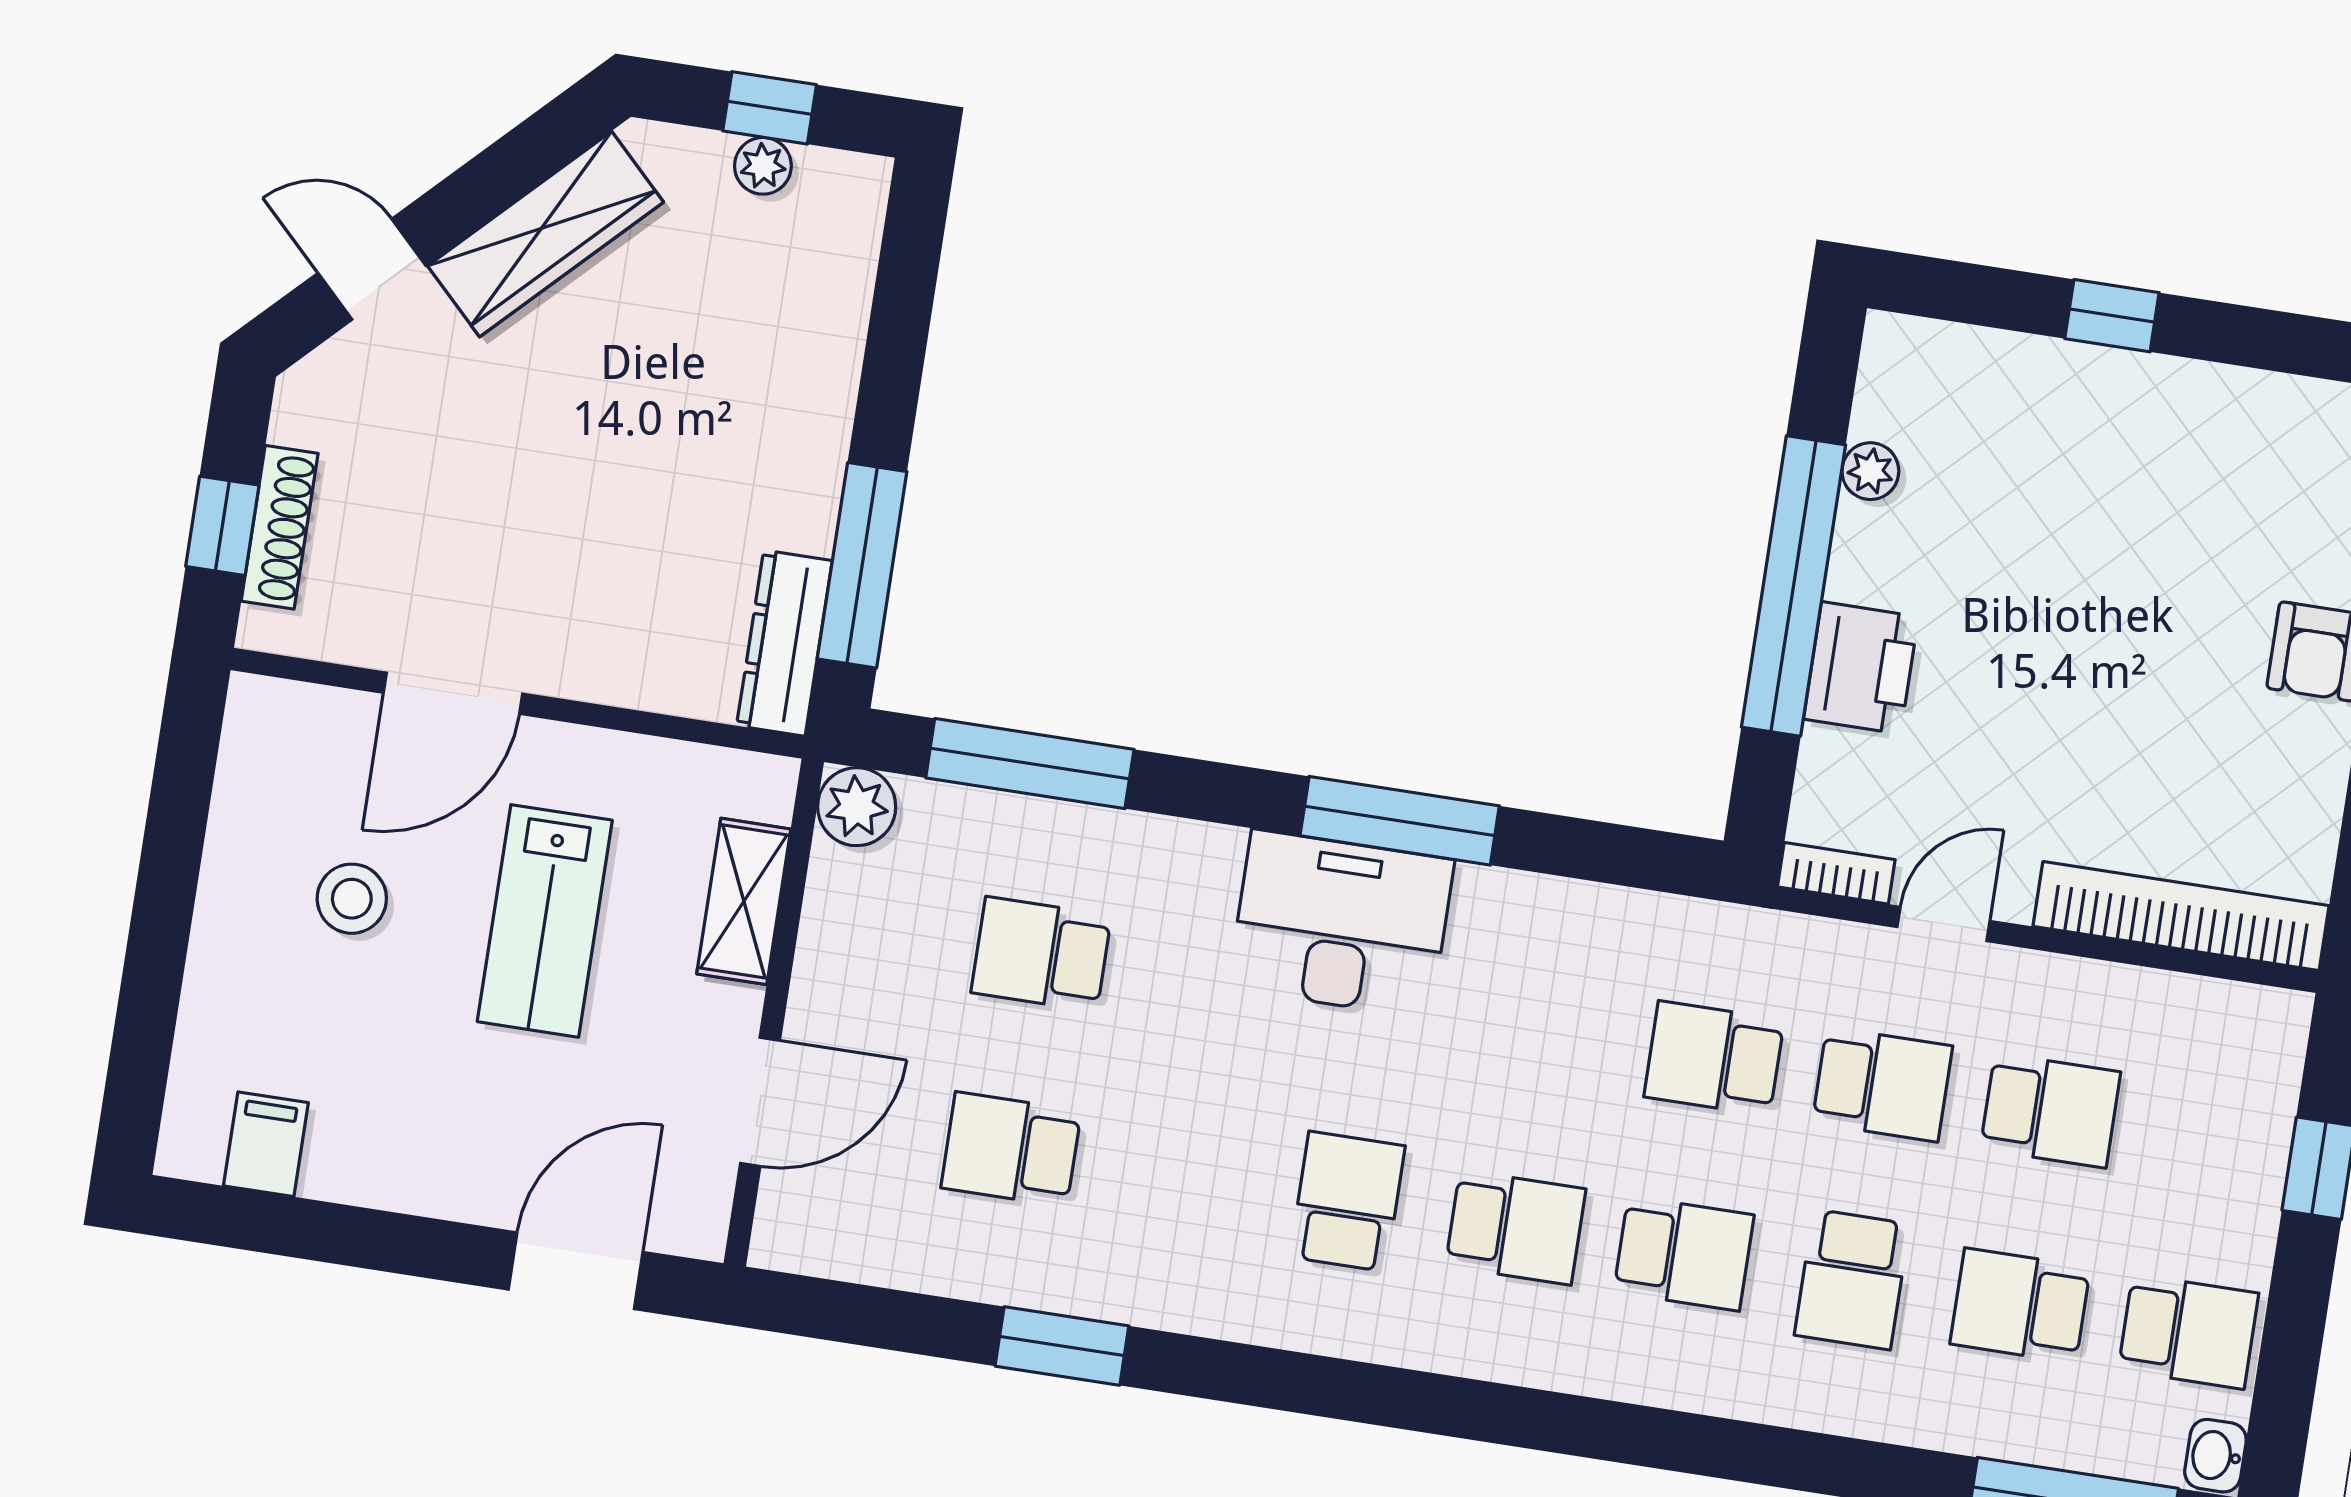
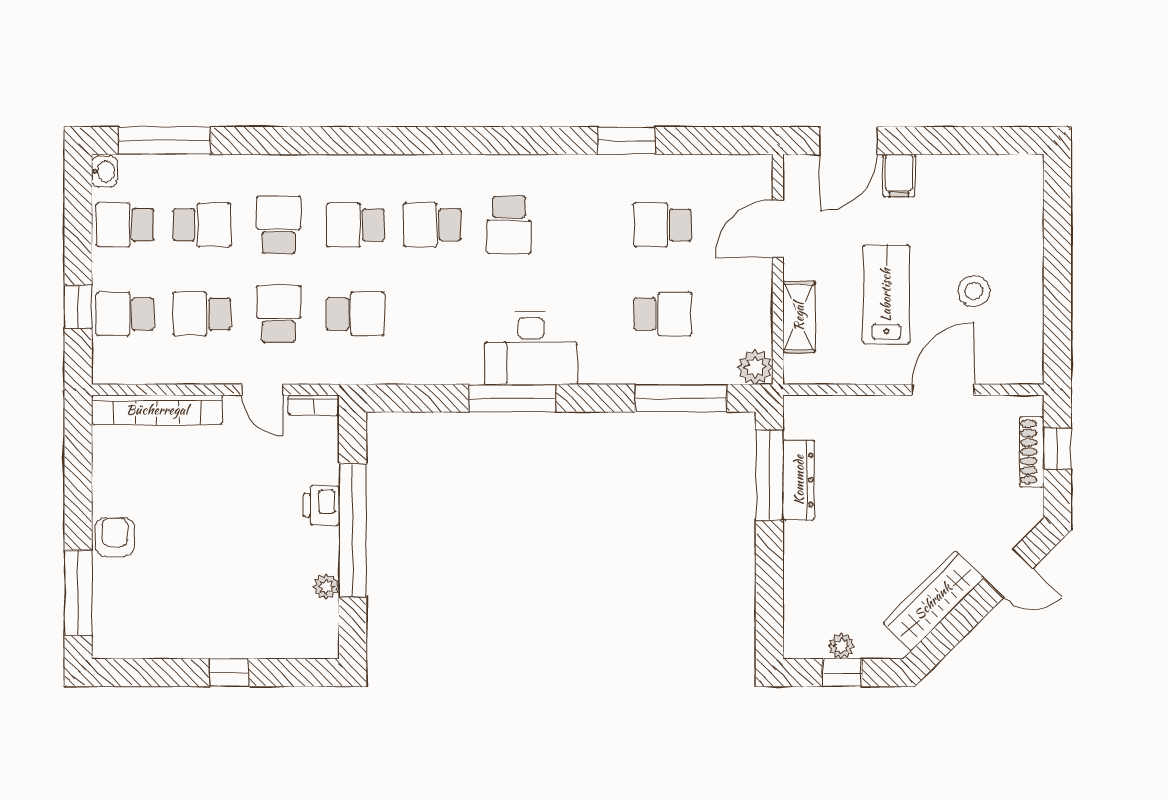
dresser: (784, 643) -> (799, 480), moved
printer: (1861, 668) -> (321, 505), width x0.73, depth x0.81
door: (1944, 924) -> (262, 390), hinge flipped
school desk: (1882, 1084) -> (279, 314), turned 90
school desk: (2219, 1136) -> (125, 314), added
filing cabinet: (266, 1144) -> (899, 176), moved
school desk: (1011, 1149) -> (663, 225), turned 180

